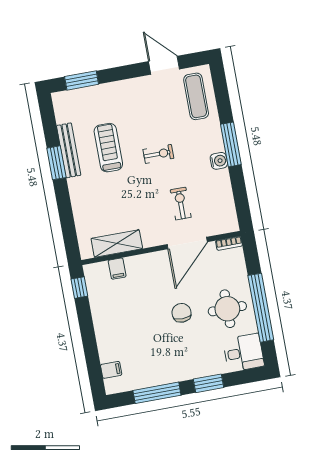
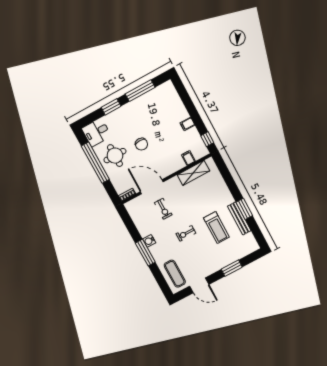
window: (82, 80) -> (232, 268), moved
door: (187, 243) -> (152, 187), hinge flipped
filing cabinet: (111, 370) -> (187, 124), moved

